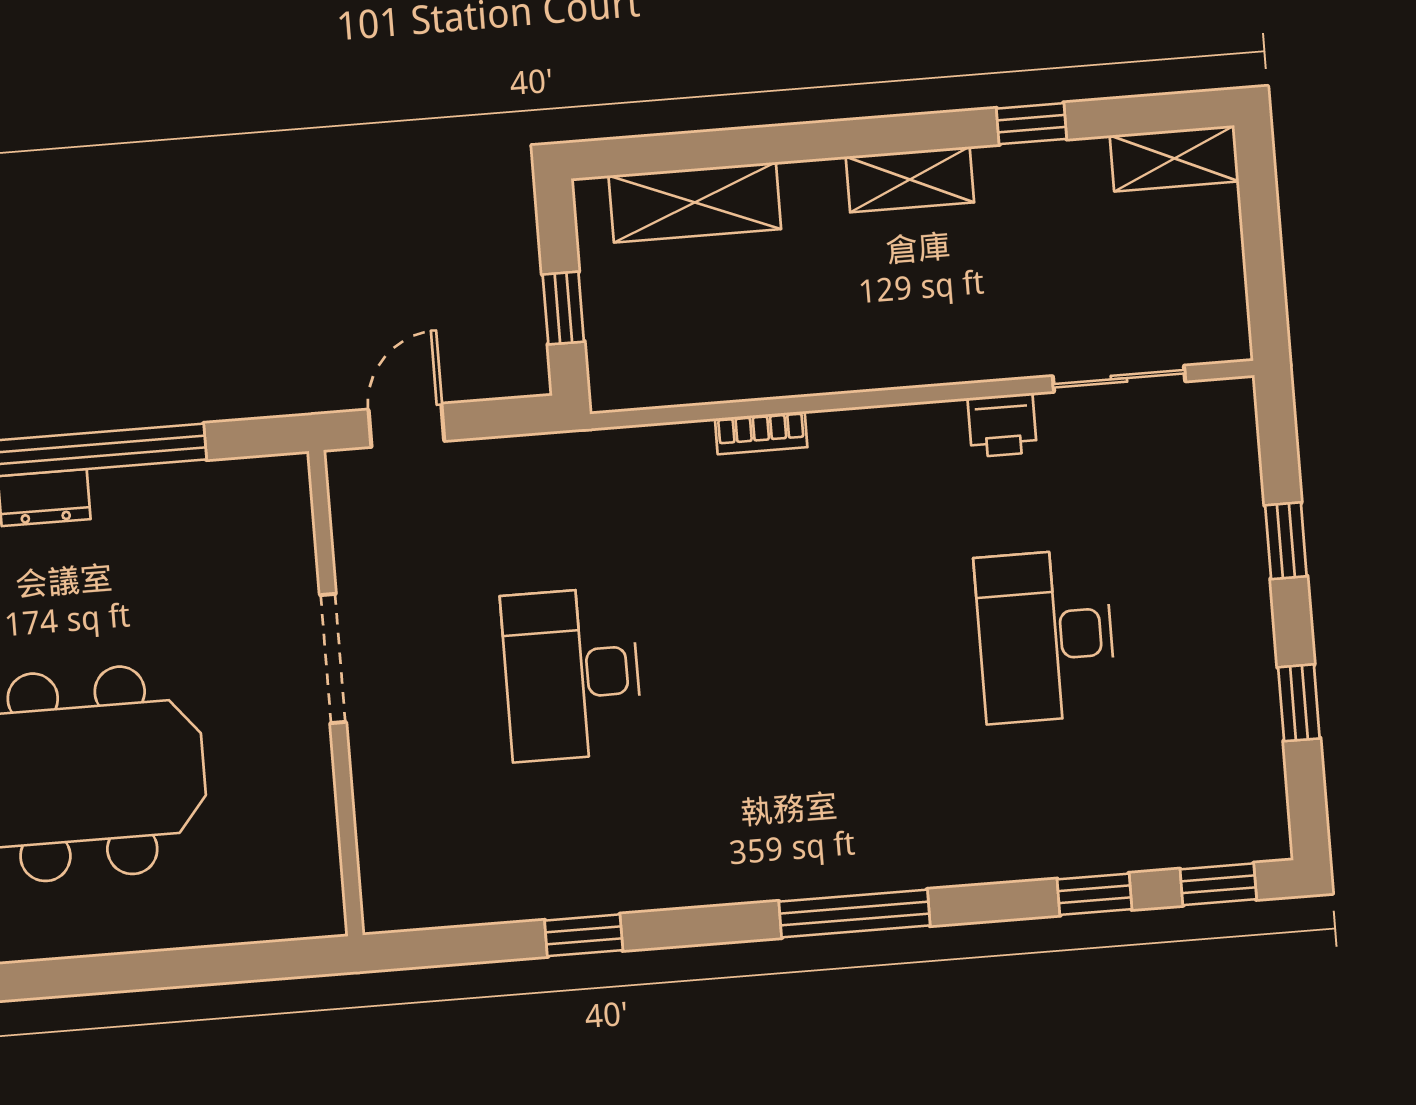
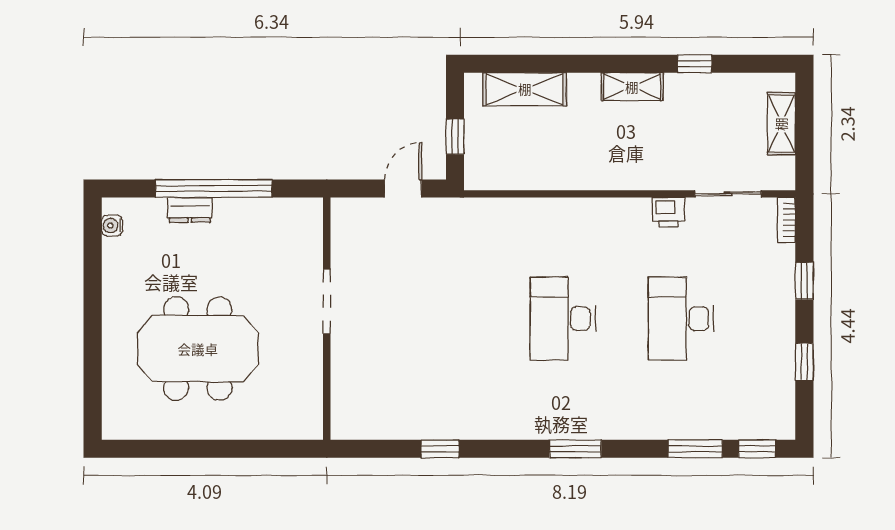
shelving: (1174, 158) -> (781, 124), moved, turned 90
door: (406, 425) -> (403, 189), moved
bookcase: (761, 433) -> (786, 220), moved, turned 90
desk: (572, 674) -> (563, 319), moved
window: (1094, 894) -> (695, 449), width x1.50
window: (854, 914) -> (575, 449), width x0.69

